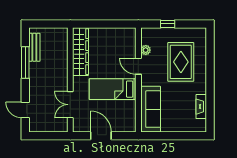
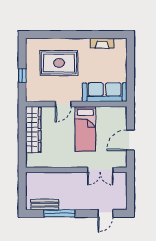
plant: (146, 50) -> (47, 97), removed
wardrobe: (80, 52) -> (33, 130), moved, turned 90

